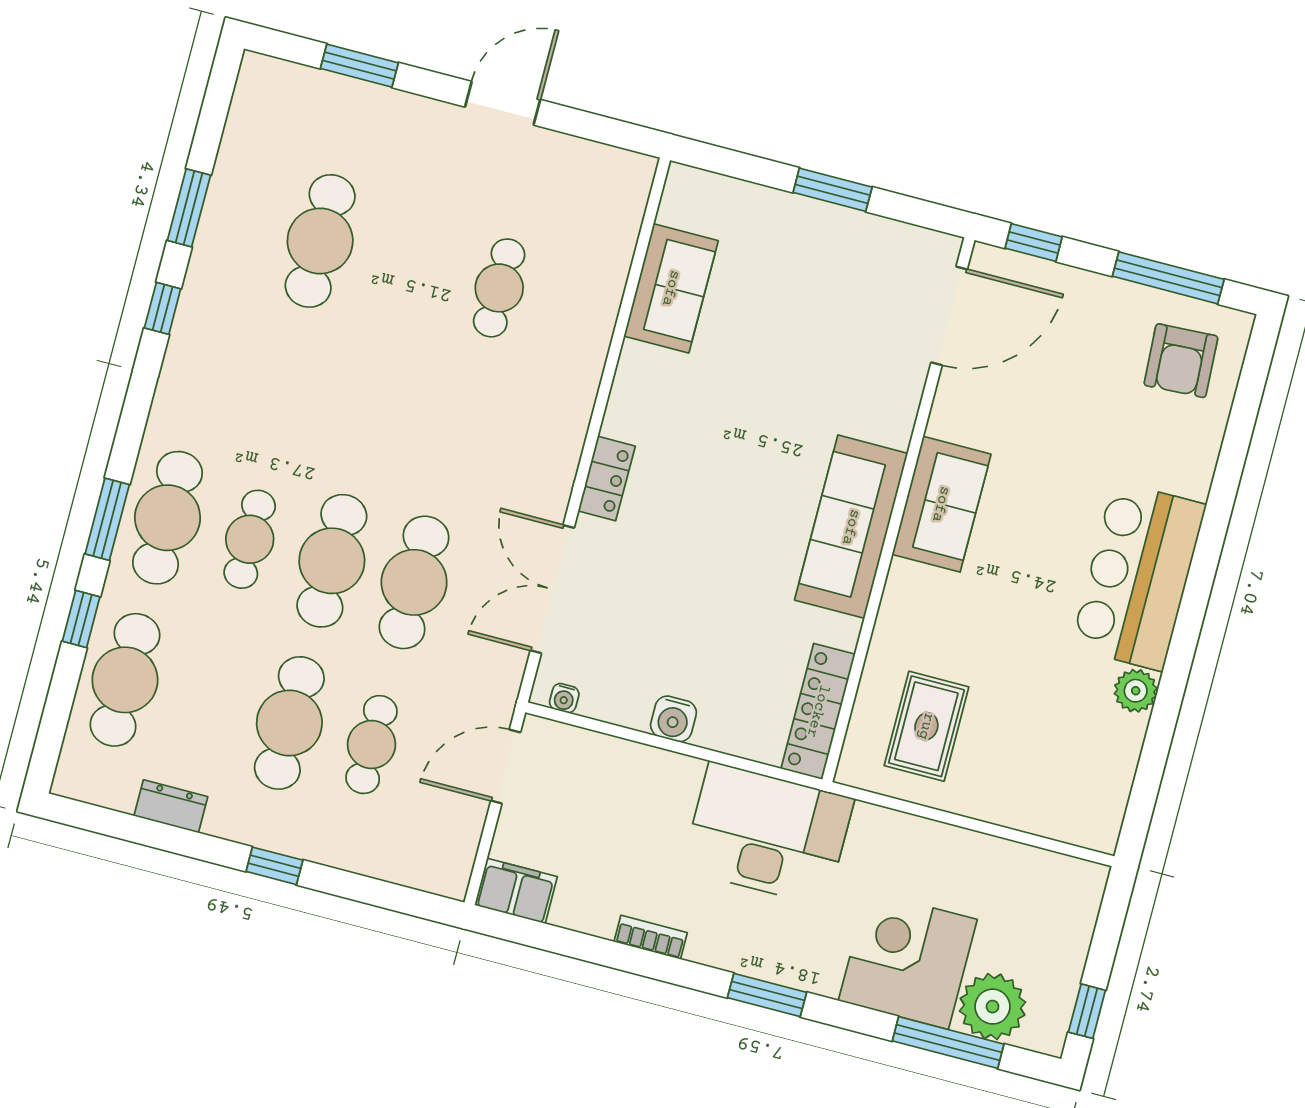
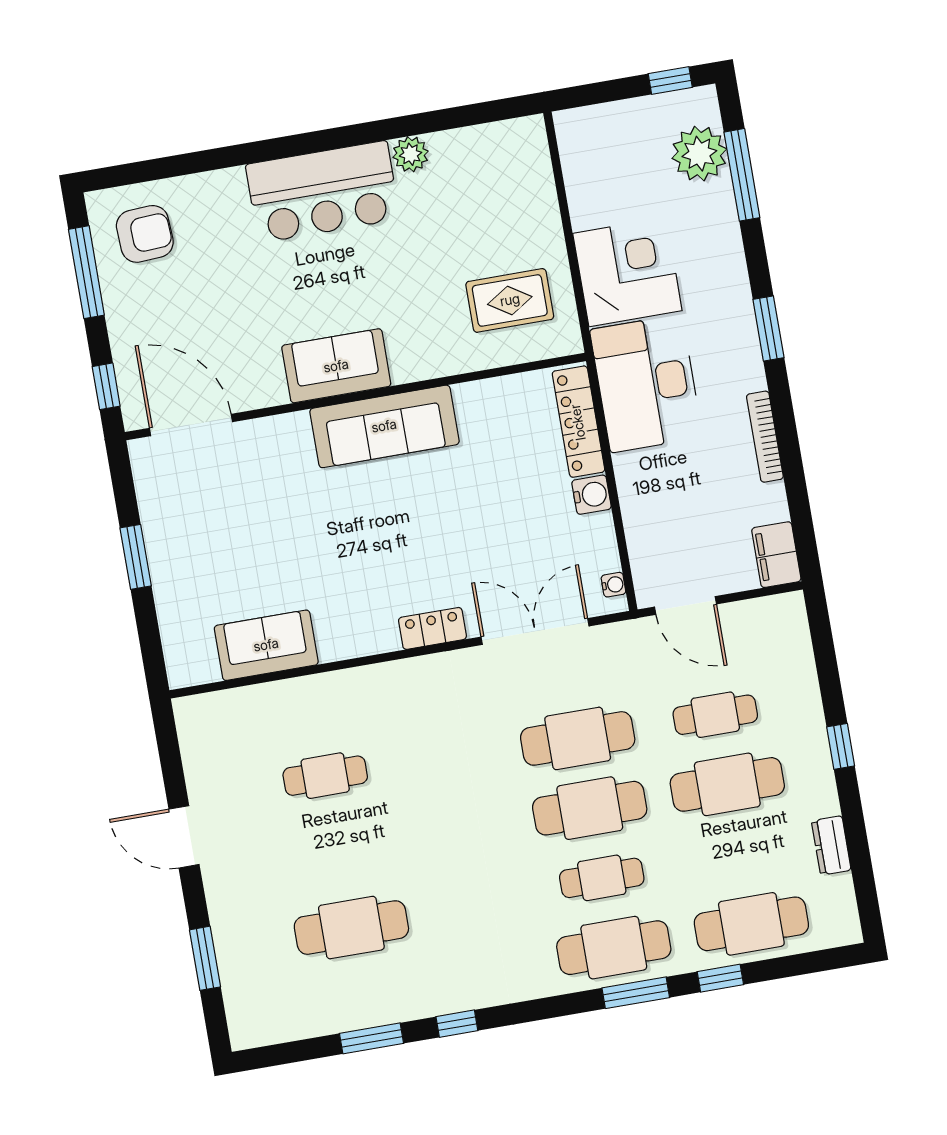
double door: (552, 589) -> (535, 631), swing flipped
locker: (818, 711) -> (578, 422), moved, turned 90
bookcase: (651, 937) -> (765, 437), width x1.56
corner desk: (908, 960) -> (627, 272), moved, turned 180

